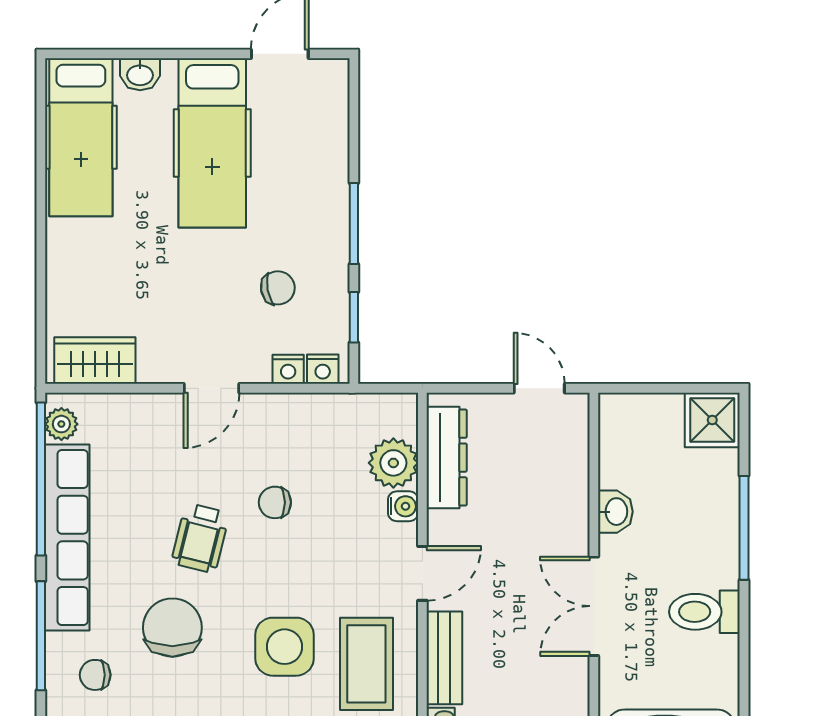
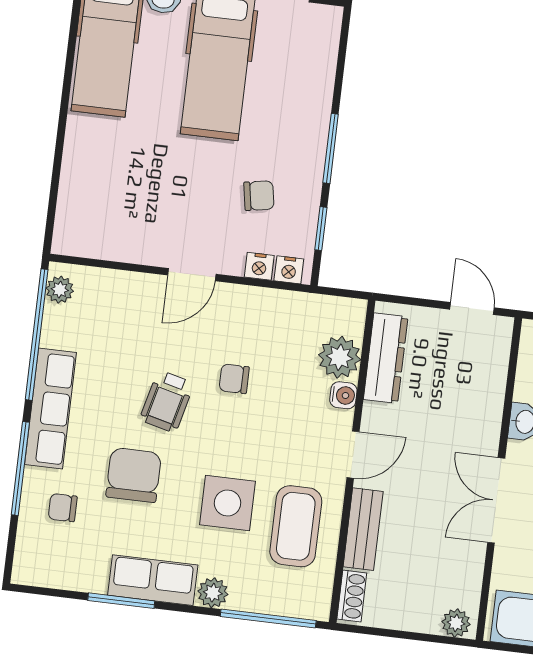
wardrobe: (95, 361) -> (95, 239), removed
row of seats: (67, 538) -> (51, 409), width x0.73

